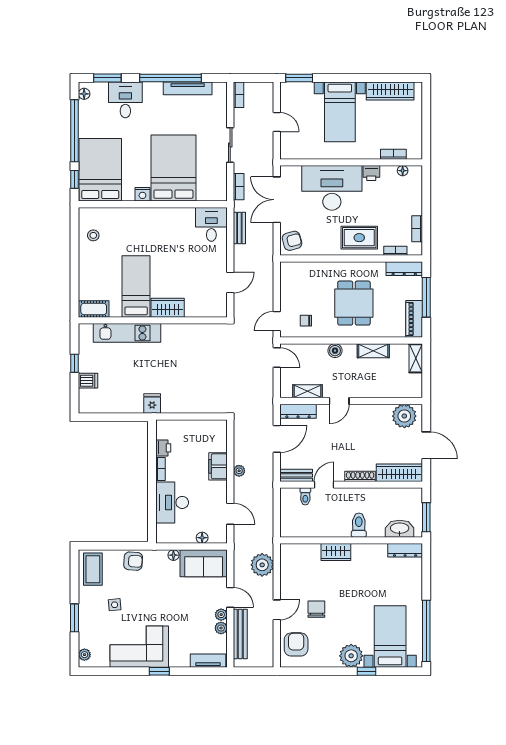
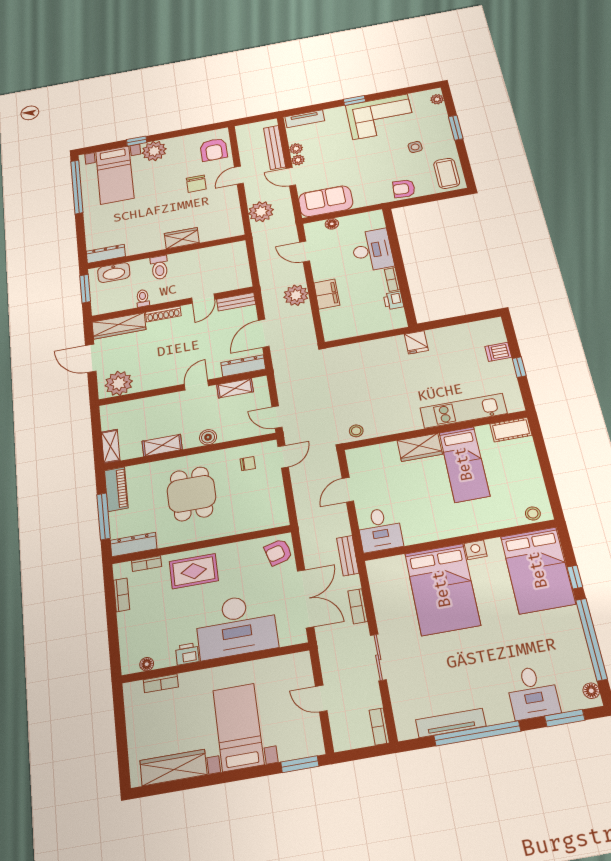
bed: (173, 168) -> (442, 589), moved
bed: (100, 170) -> (538, 570), moved
nightstand: (142, 194) -> (476, 550), moved
wall: (153, 204) -> (460, 540), moved
desk: (211, 224) -> (380, 530), moved
stool: (215, 332) -> (356, 431), added
plant: (239, 471) -> (296, 295), width x1.88, depth x1.88
toilet: (305, 496) -> (143, 298), moved
floor lamp: (173, 555) -> (360, 202), removed

